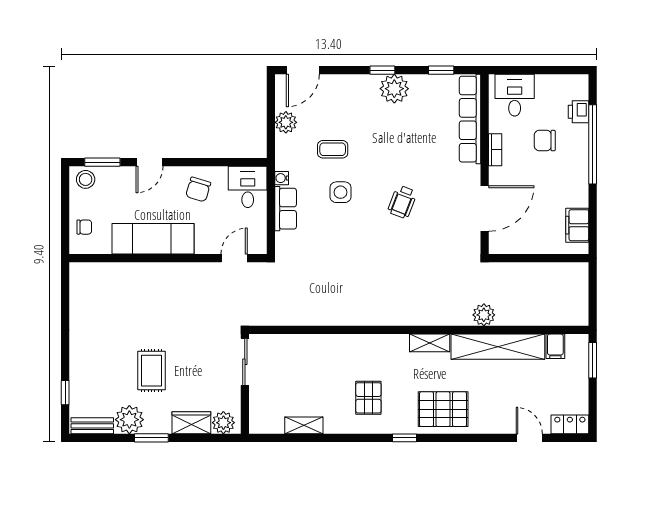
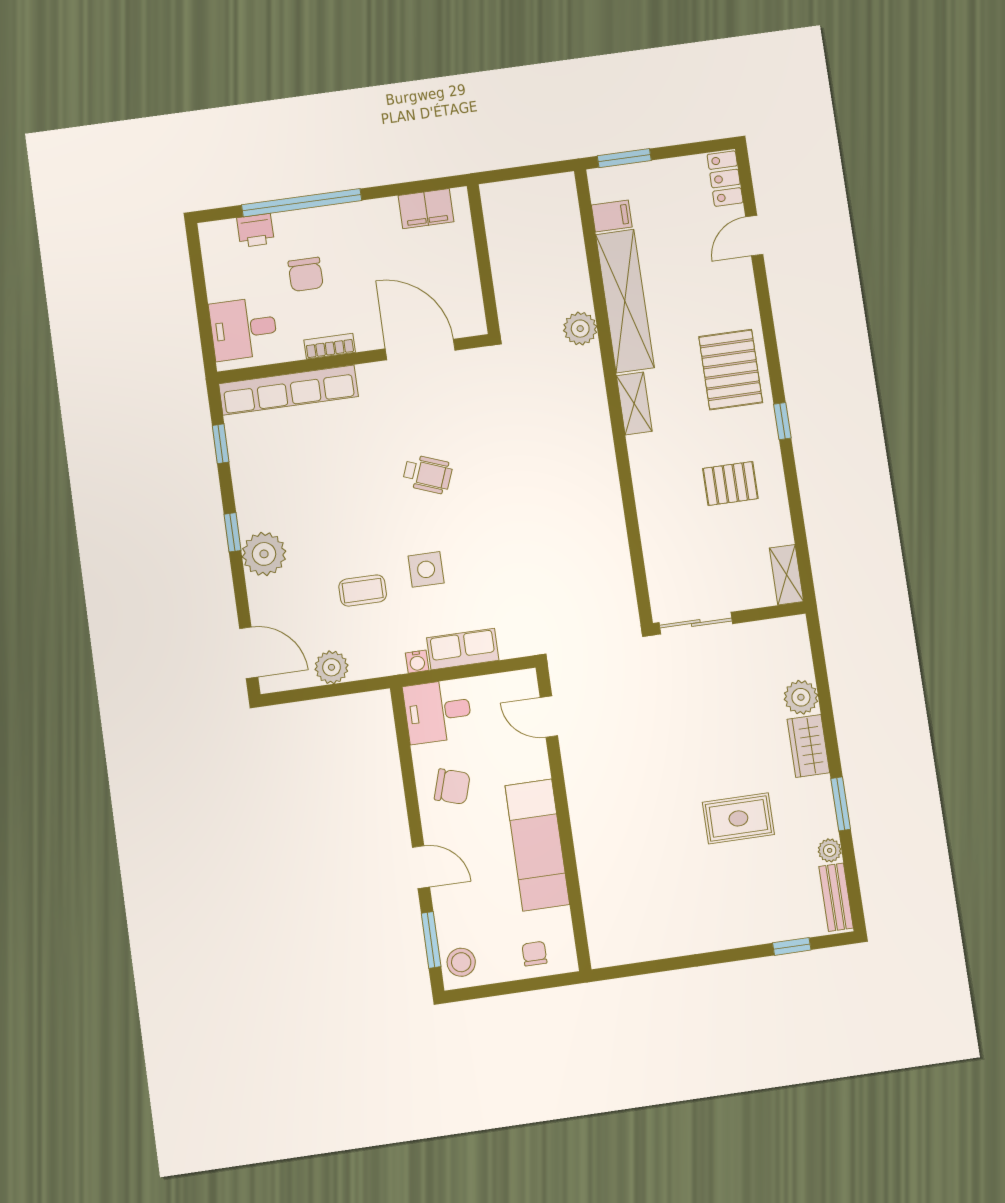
plant: (394, 89) -> (264, 554), moved
coffee table: (333, 149) -> (363, 591), turned 90
sliding door: (245, 362) -> (696, 623), moved
wall: (245, 384) -> (729, 618), moved
plant: (129, 420) -> (830, 850), width x0.53, depth x0.53

